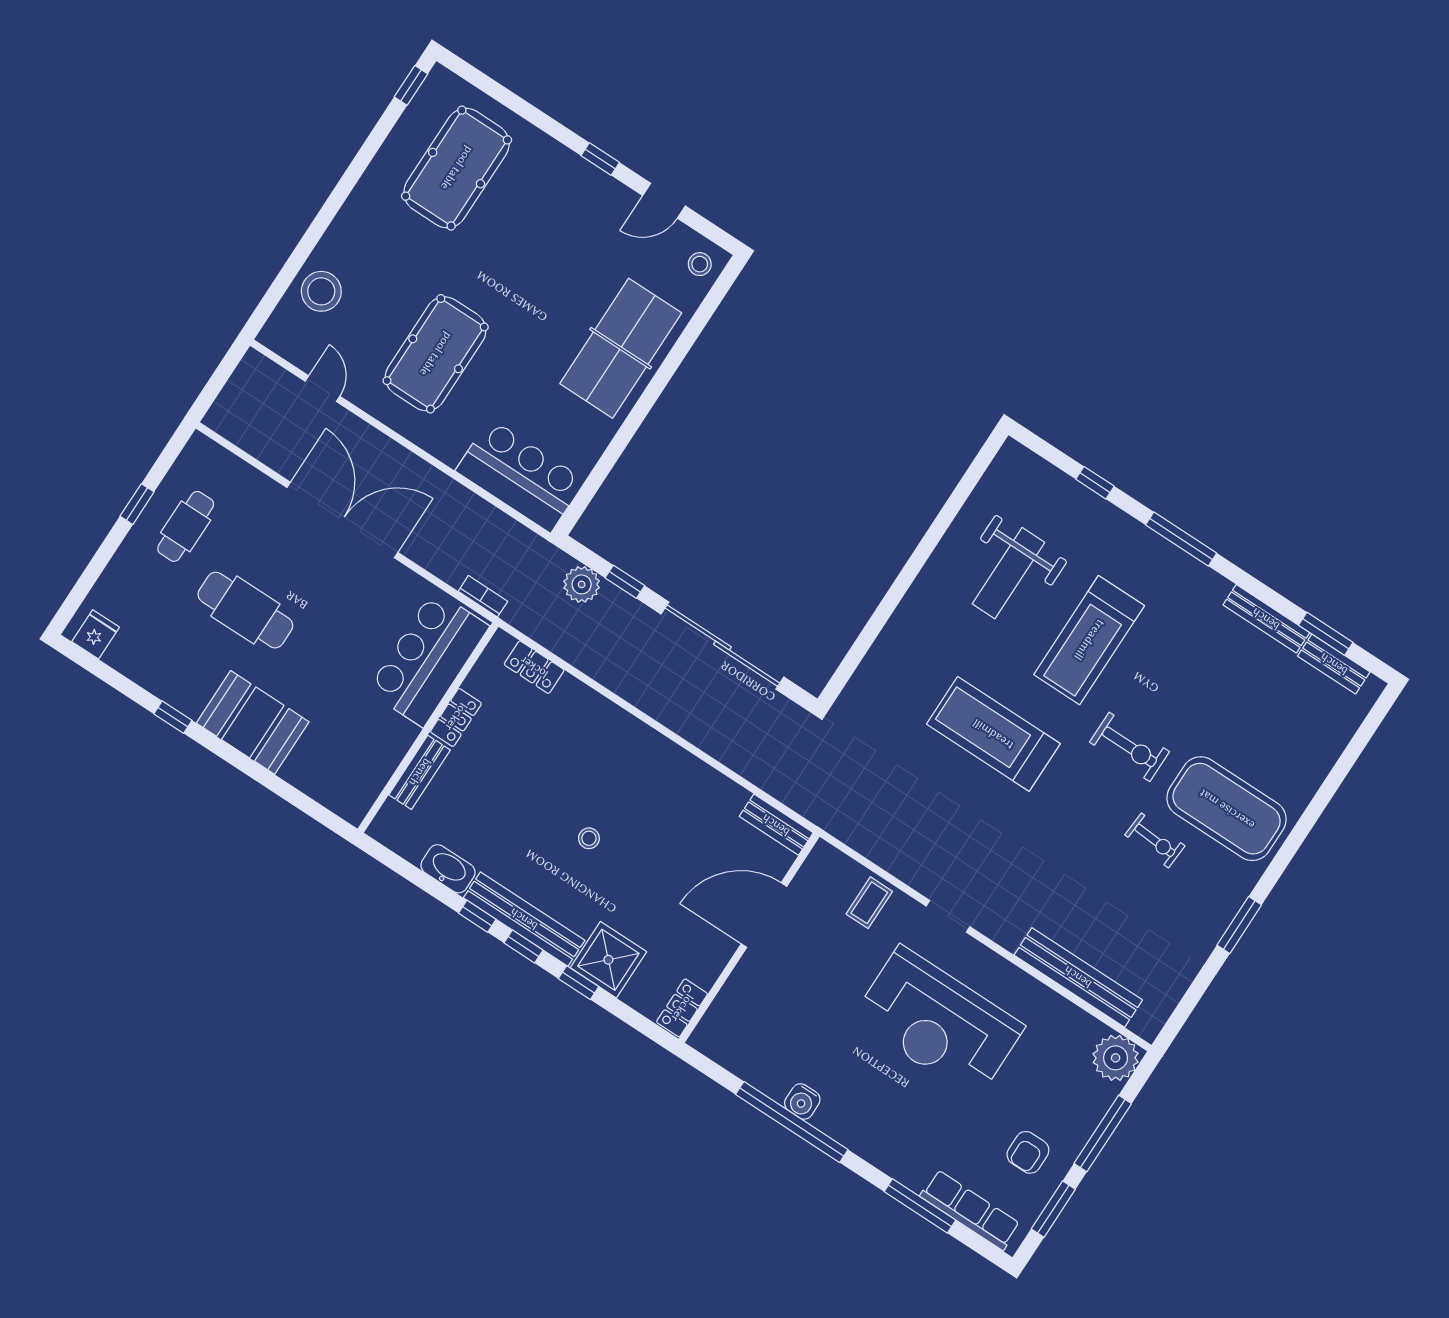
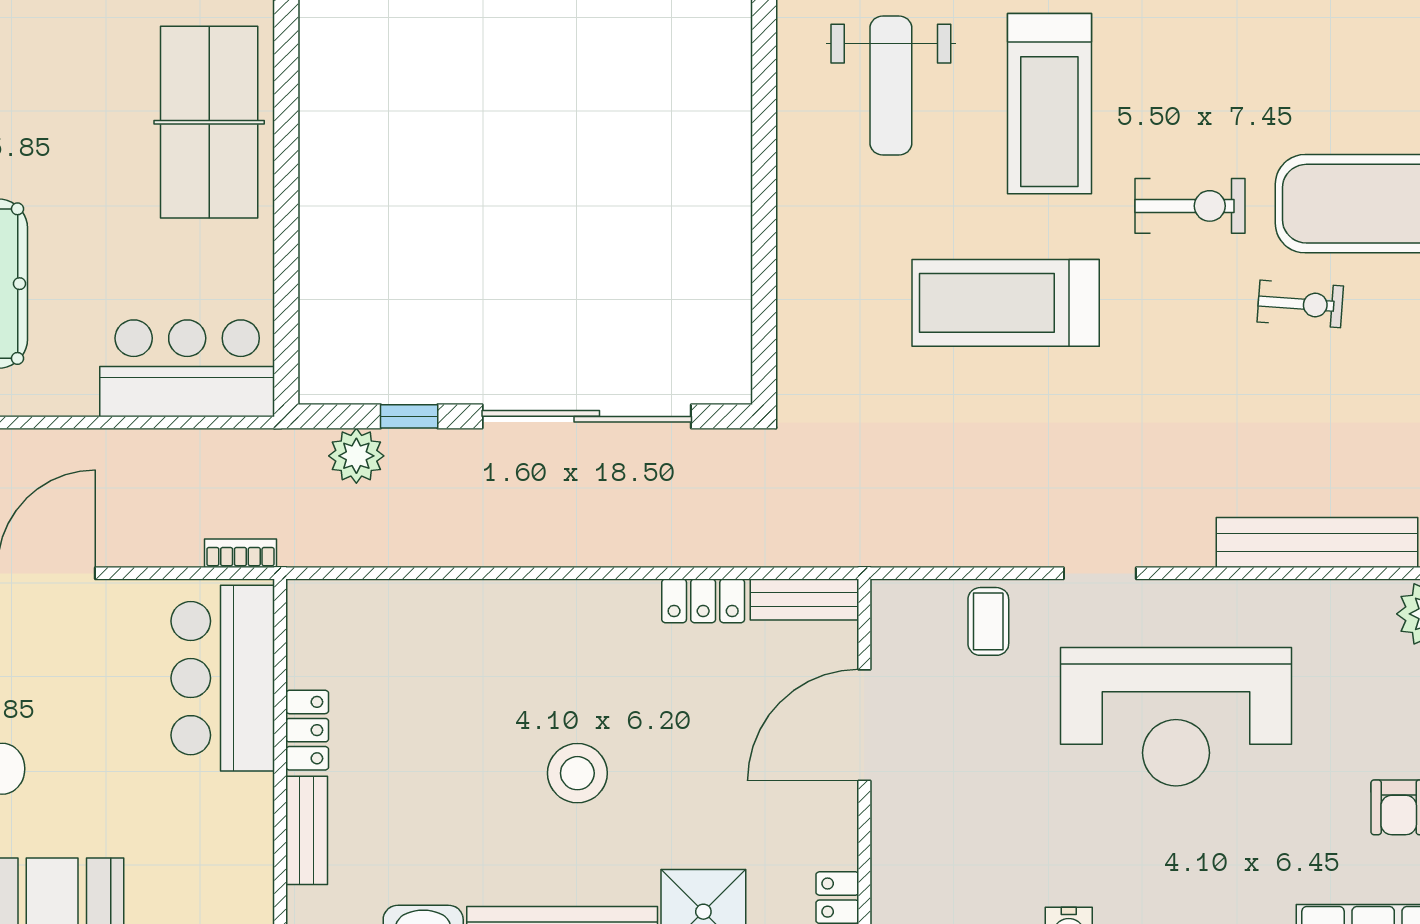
locker: (534, 667) -> (703, 601), moved
stool: (589, 838) -> (577, 773), width x1.89, depth x1.89

